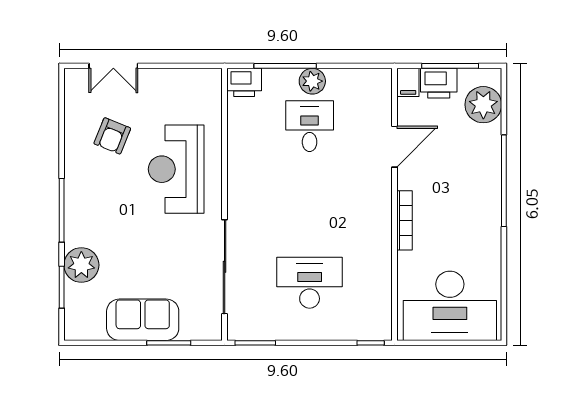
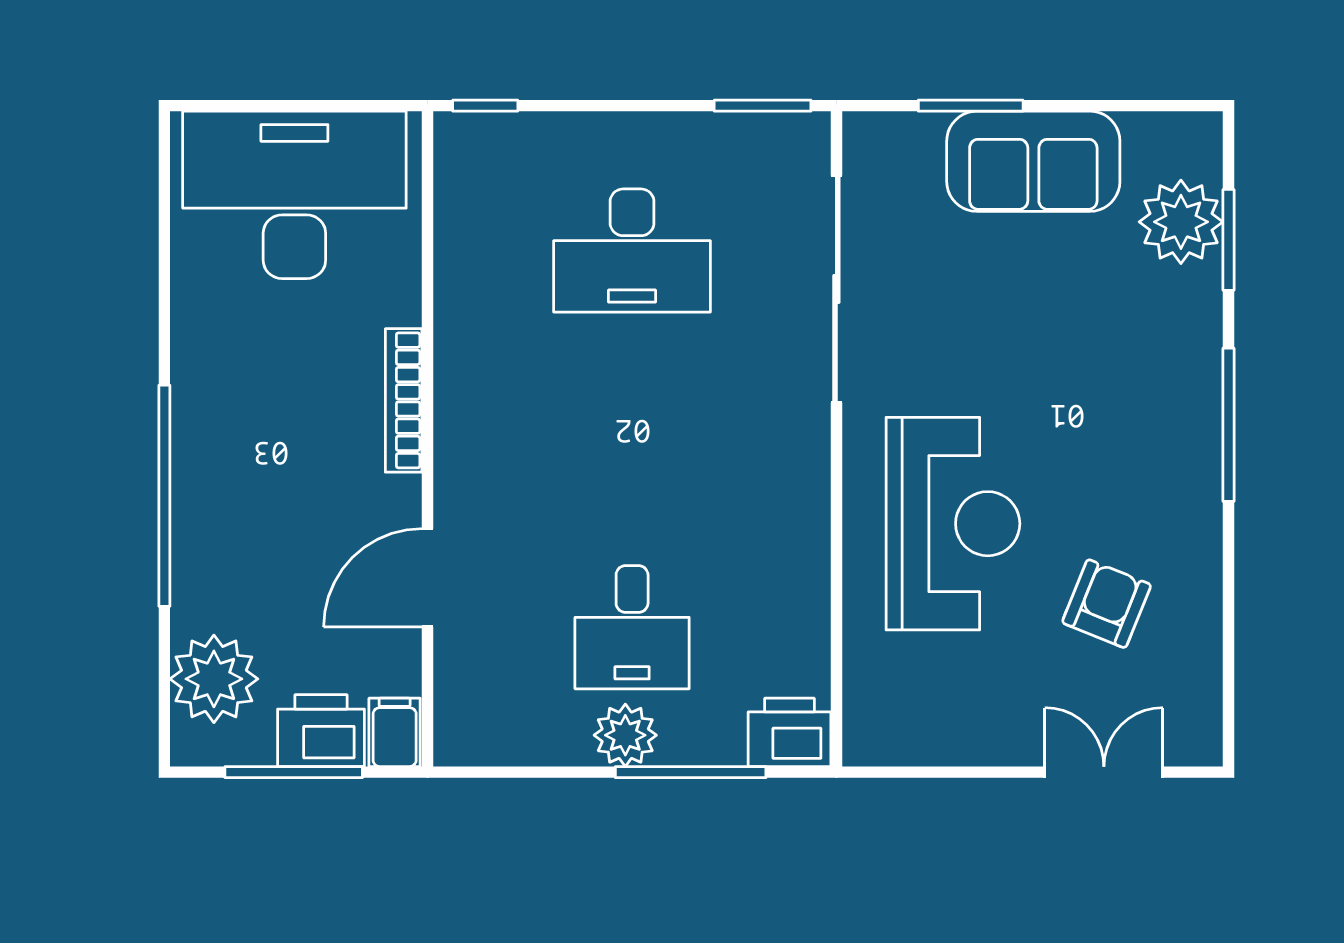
plant: (81, 265) -> (1181, 222), moved

